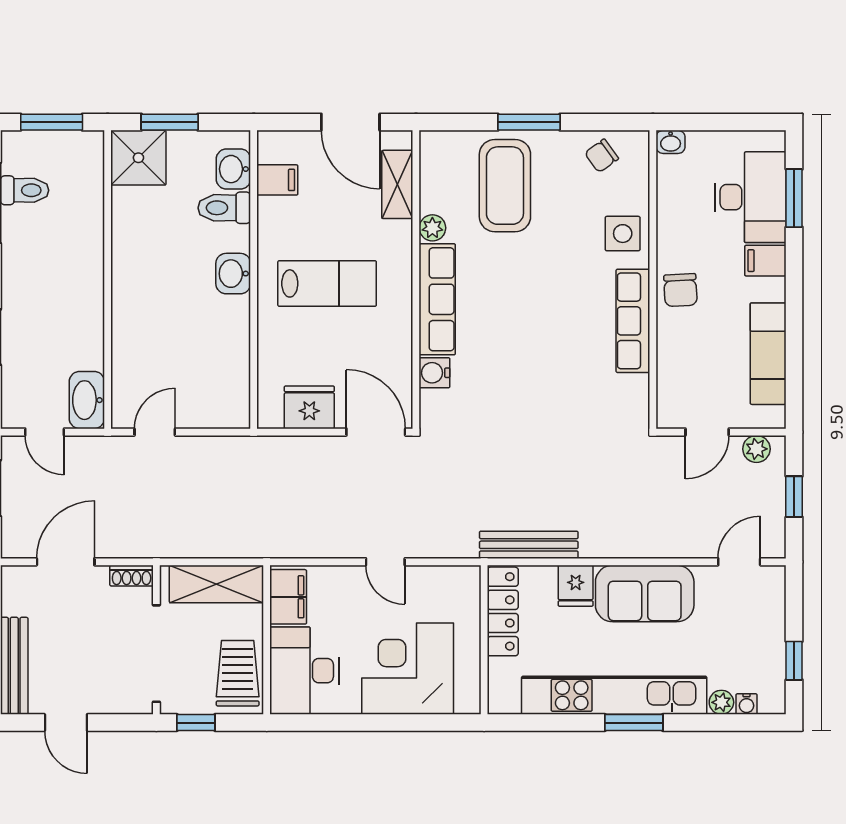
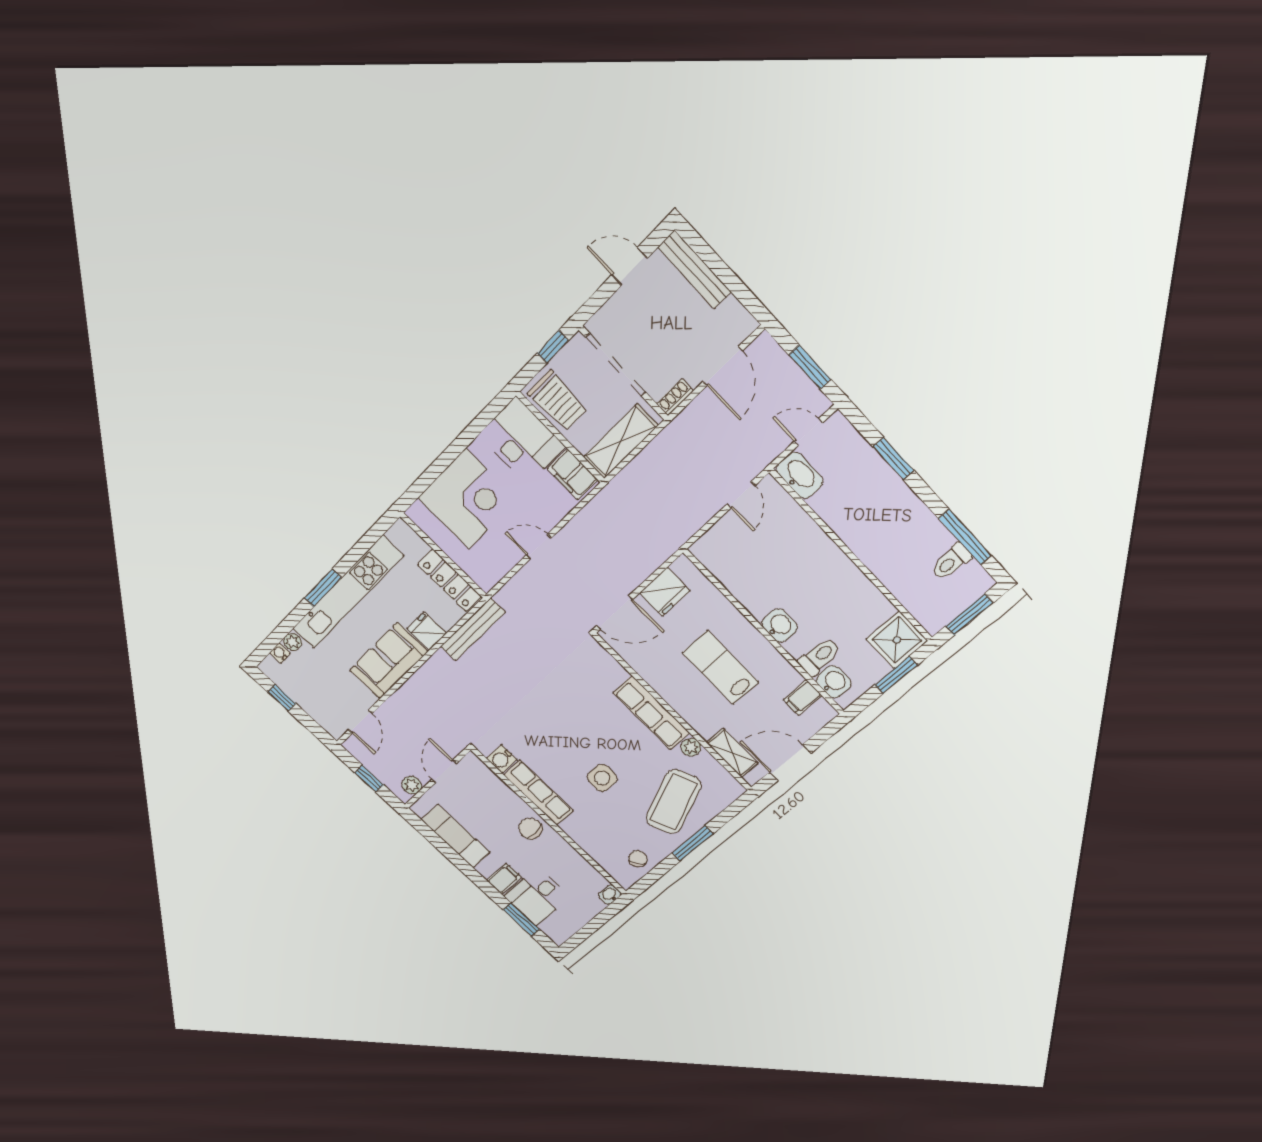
coffee table: (505, 186) -> (673, 802), turned 67
desk: (750, 197) -> (537, 896), width x0.73
side table: (623, 234) -> (602, 778), moved
lab bench: (327, 283) -> (721, 668), turned 90
water cooler: (434, 373) -> (502, 759), moved, turned 180

